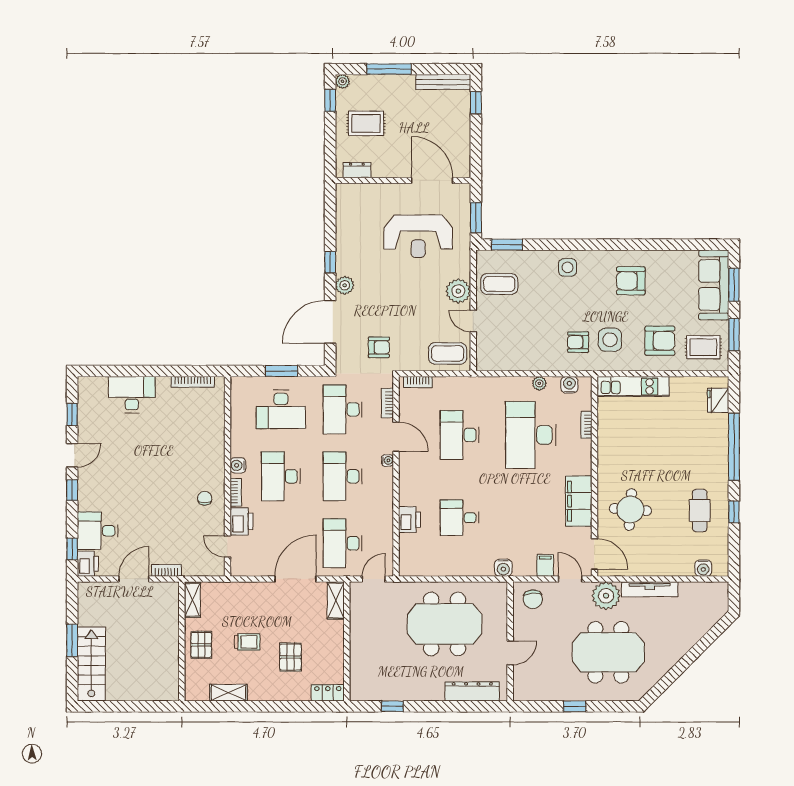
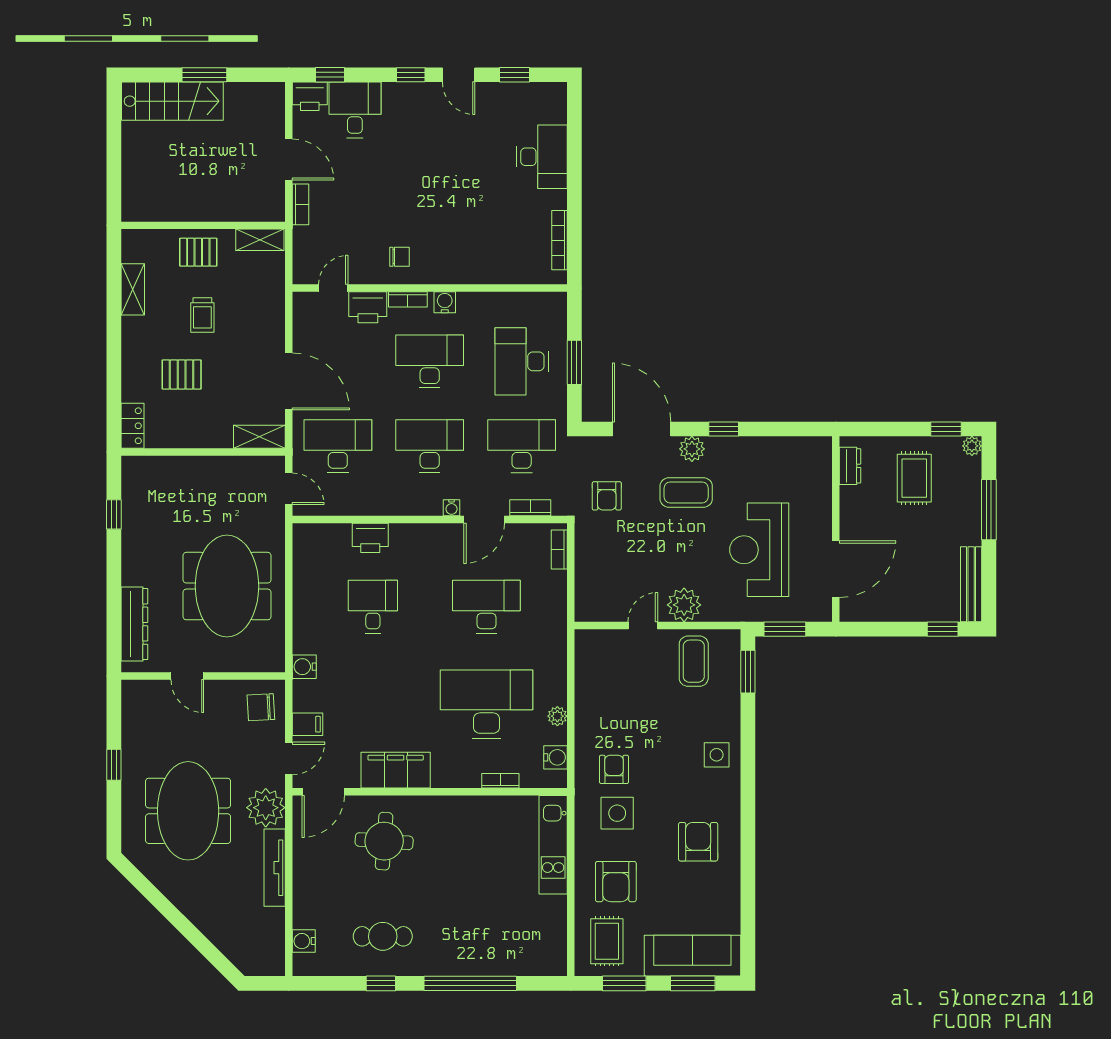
coffee table: (448, 353) -> (686, 492), moved, turned 90
fridge: (718, 400) -> (534, 962), removed

